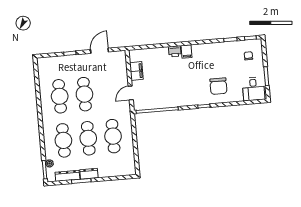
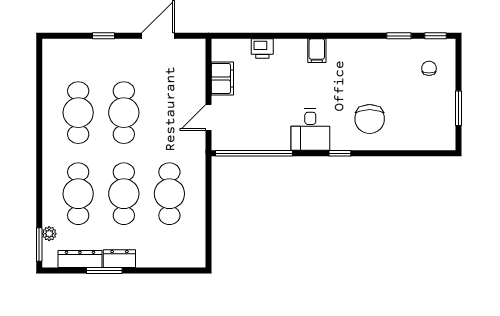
printer: (175, 51) -> (262, 49), moved
desk: (253, 89) -> (310, 130), moved

